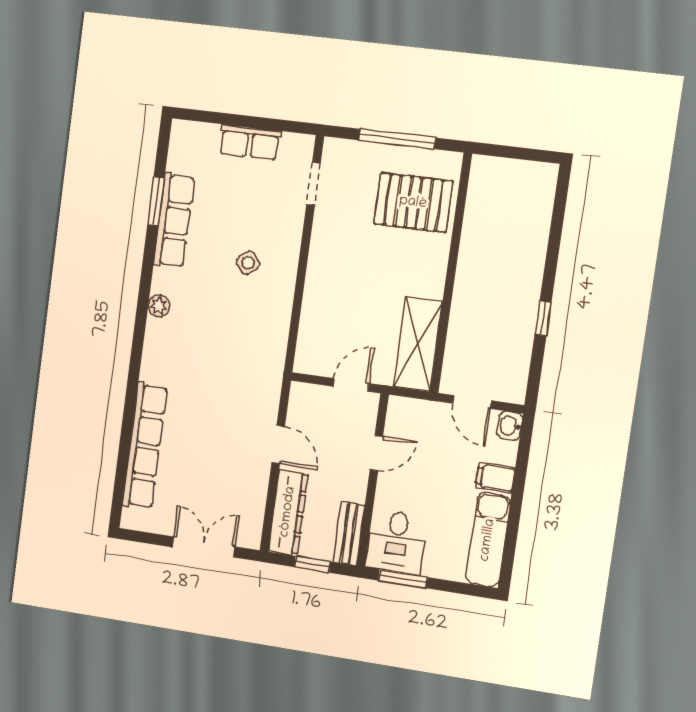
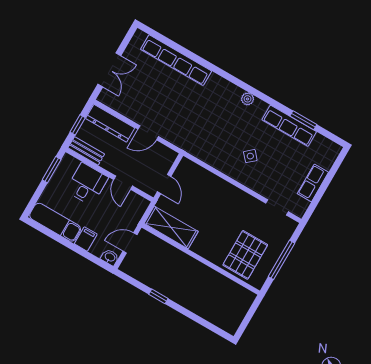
desk: (396, 542) -> (87, 184), moved, turned 90

